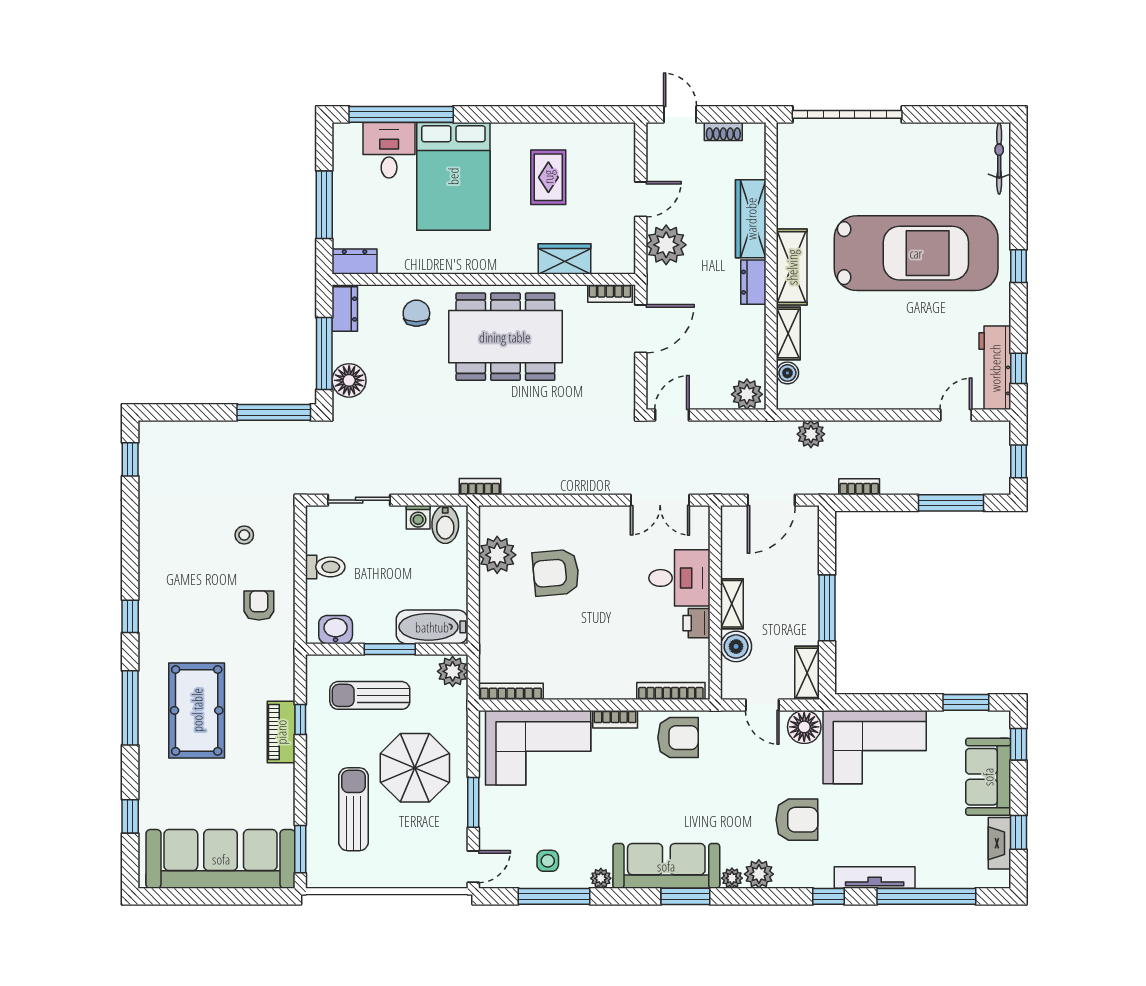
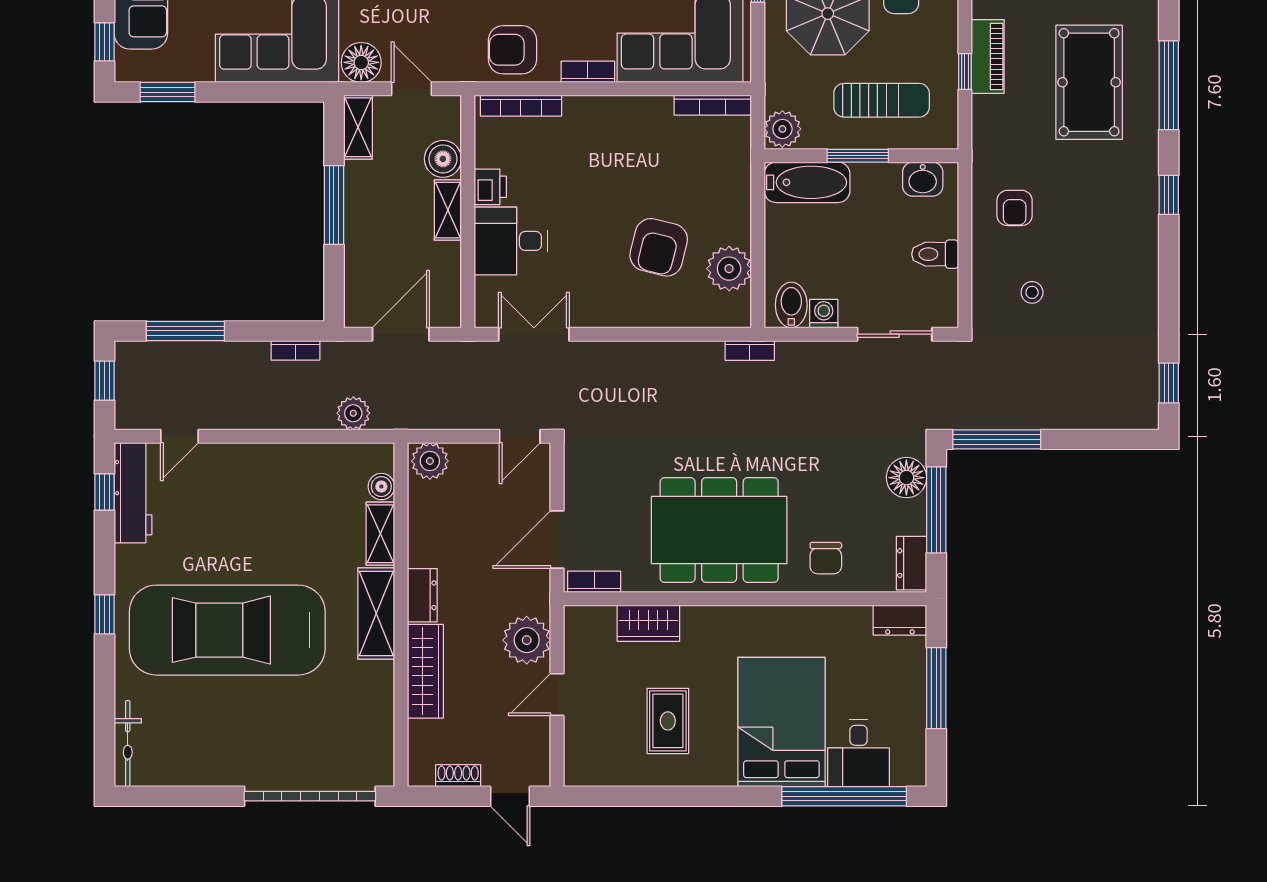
armchair: (556, 573) -> (659, 247), turned 109

